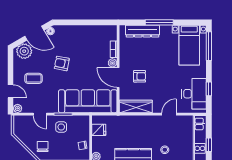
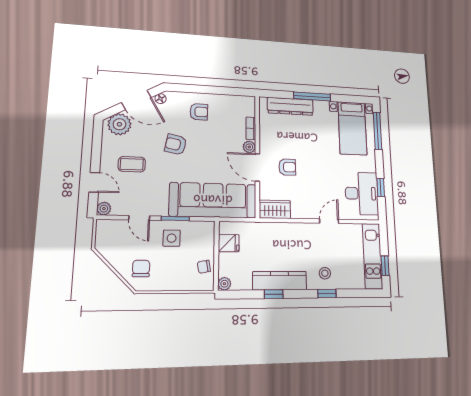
armchair: (77, 39) -> (199, 112), added
wardrobe: (136, 106) -> (275, 209), width x0.67

